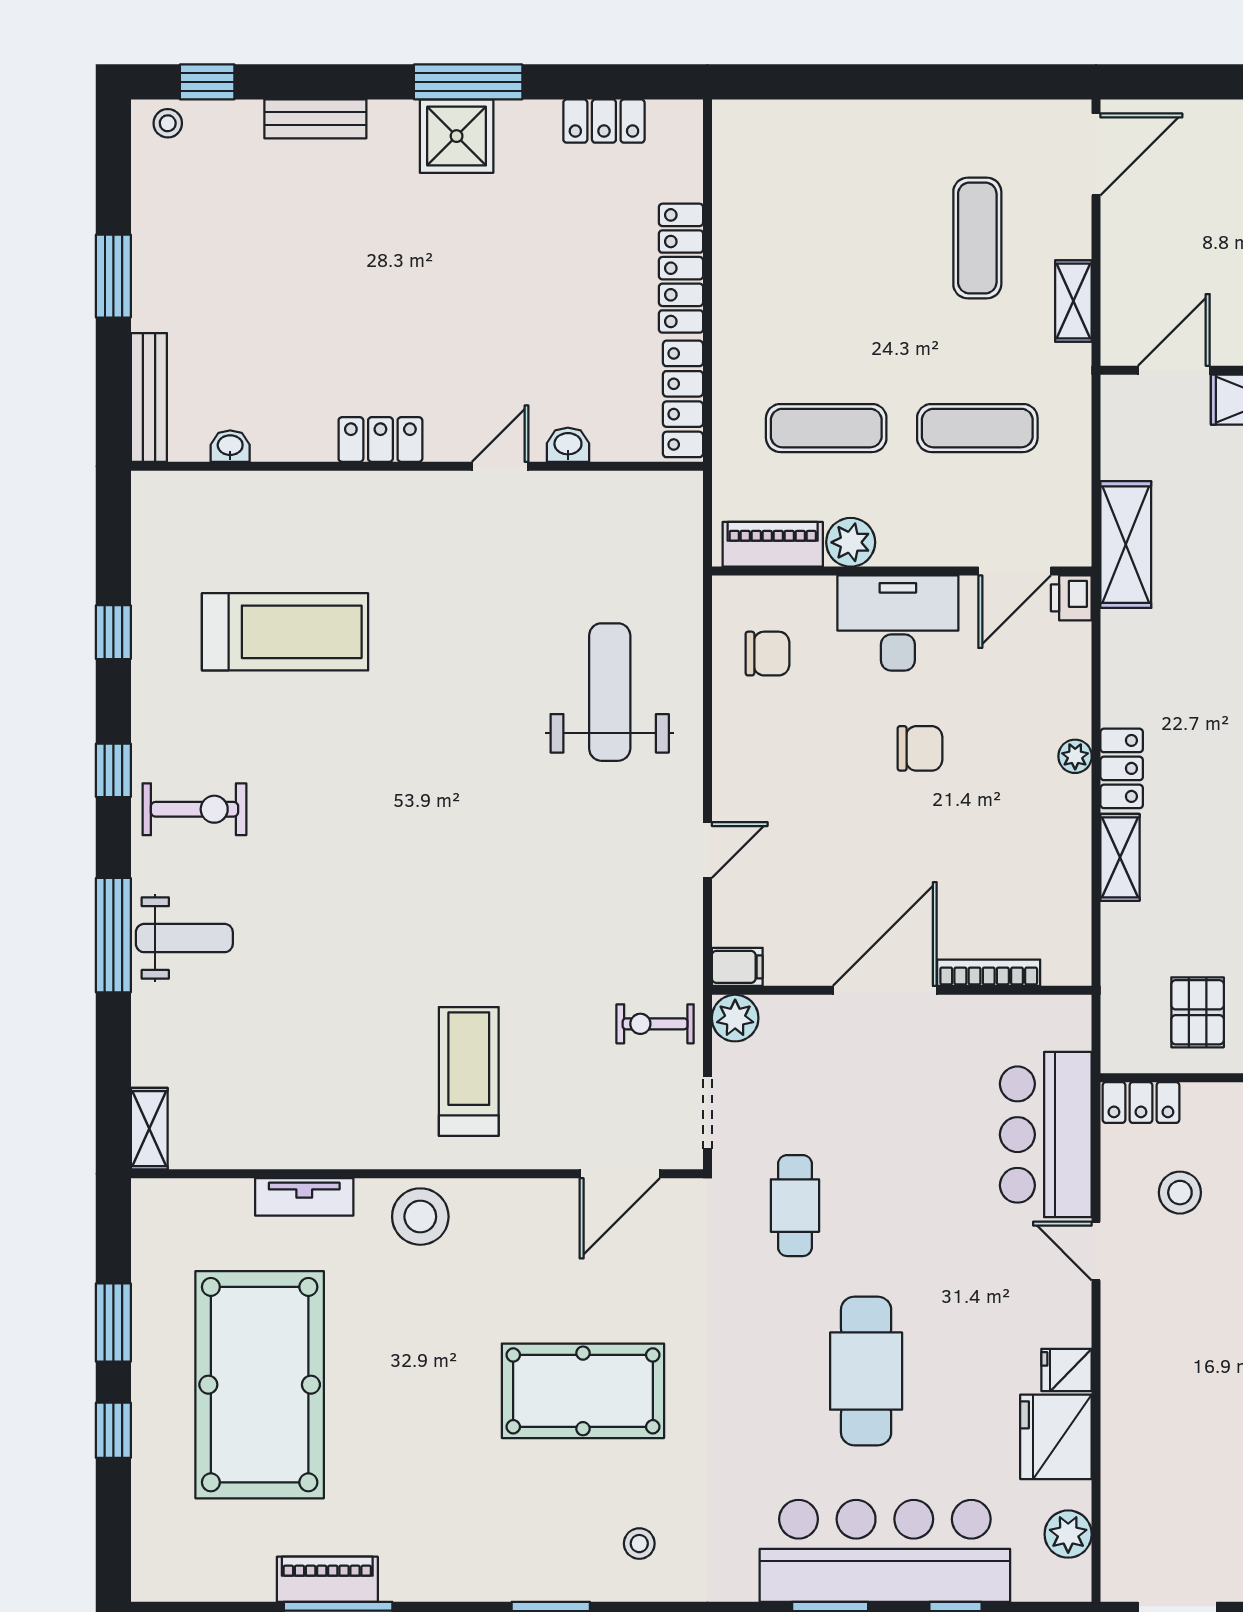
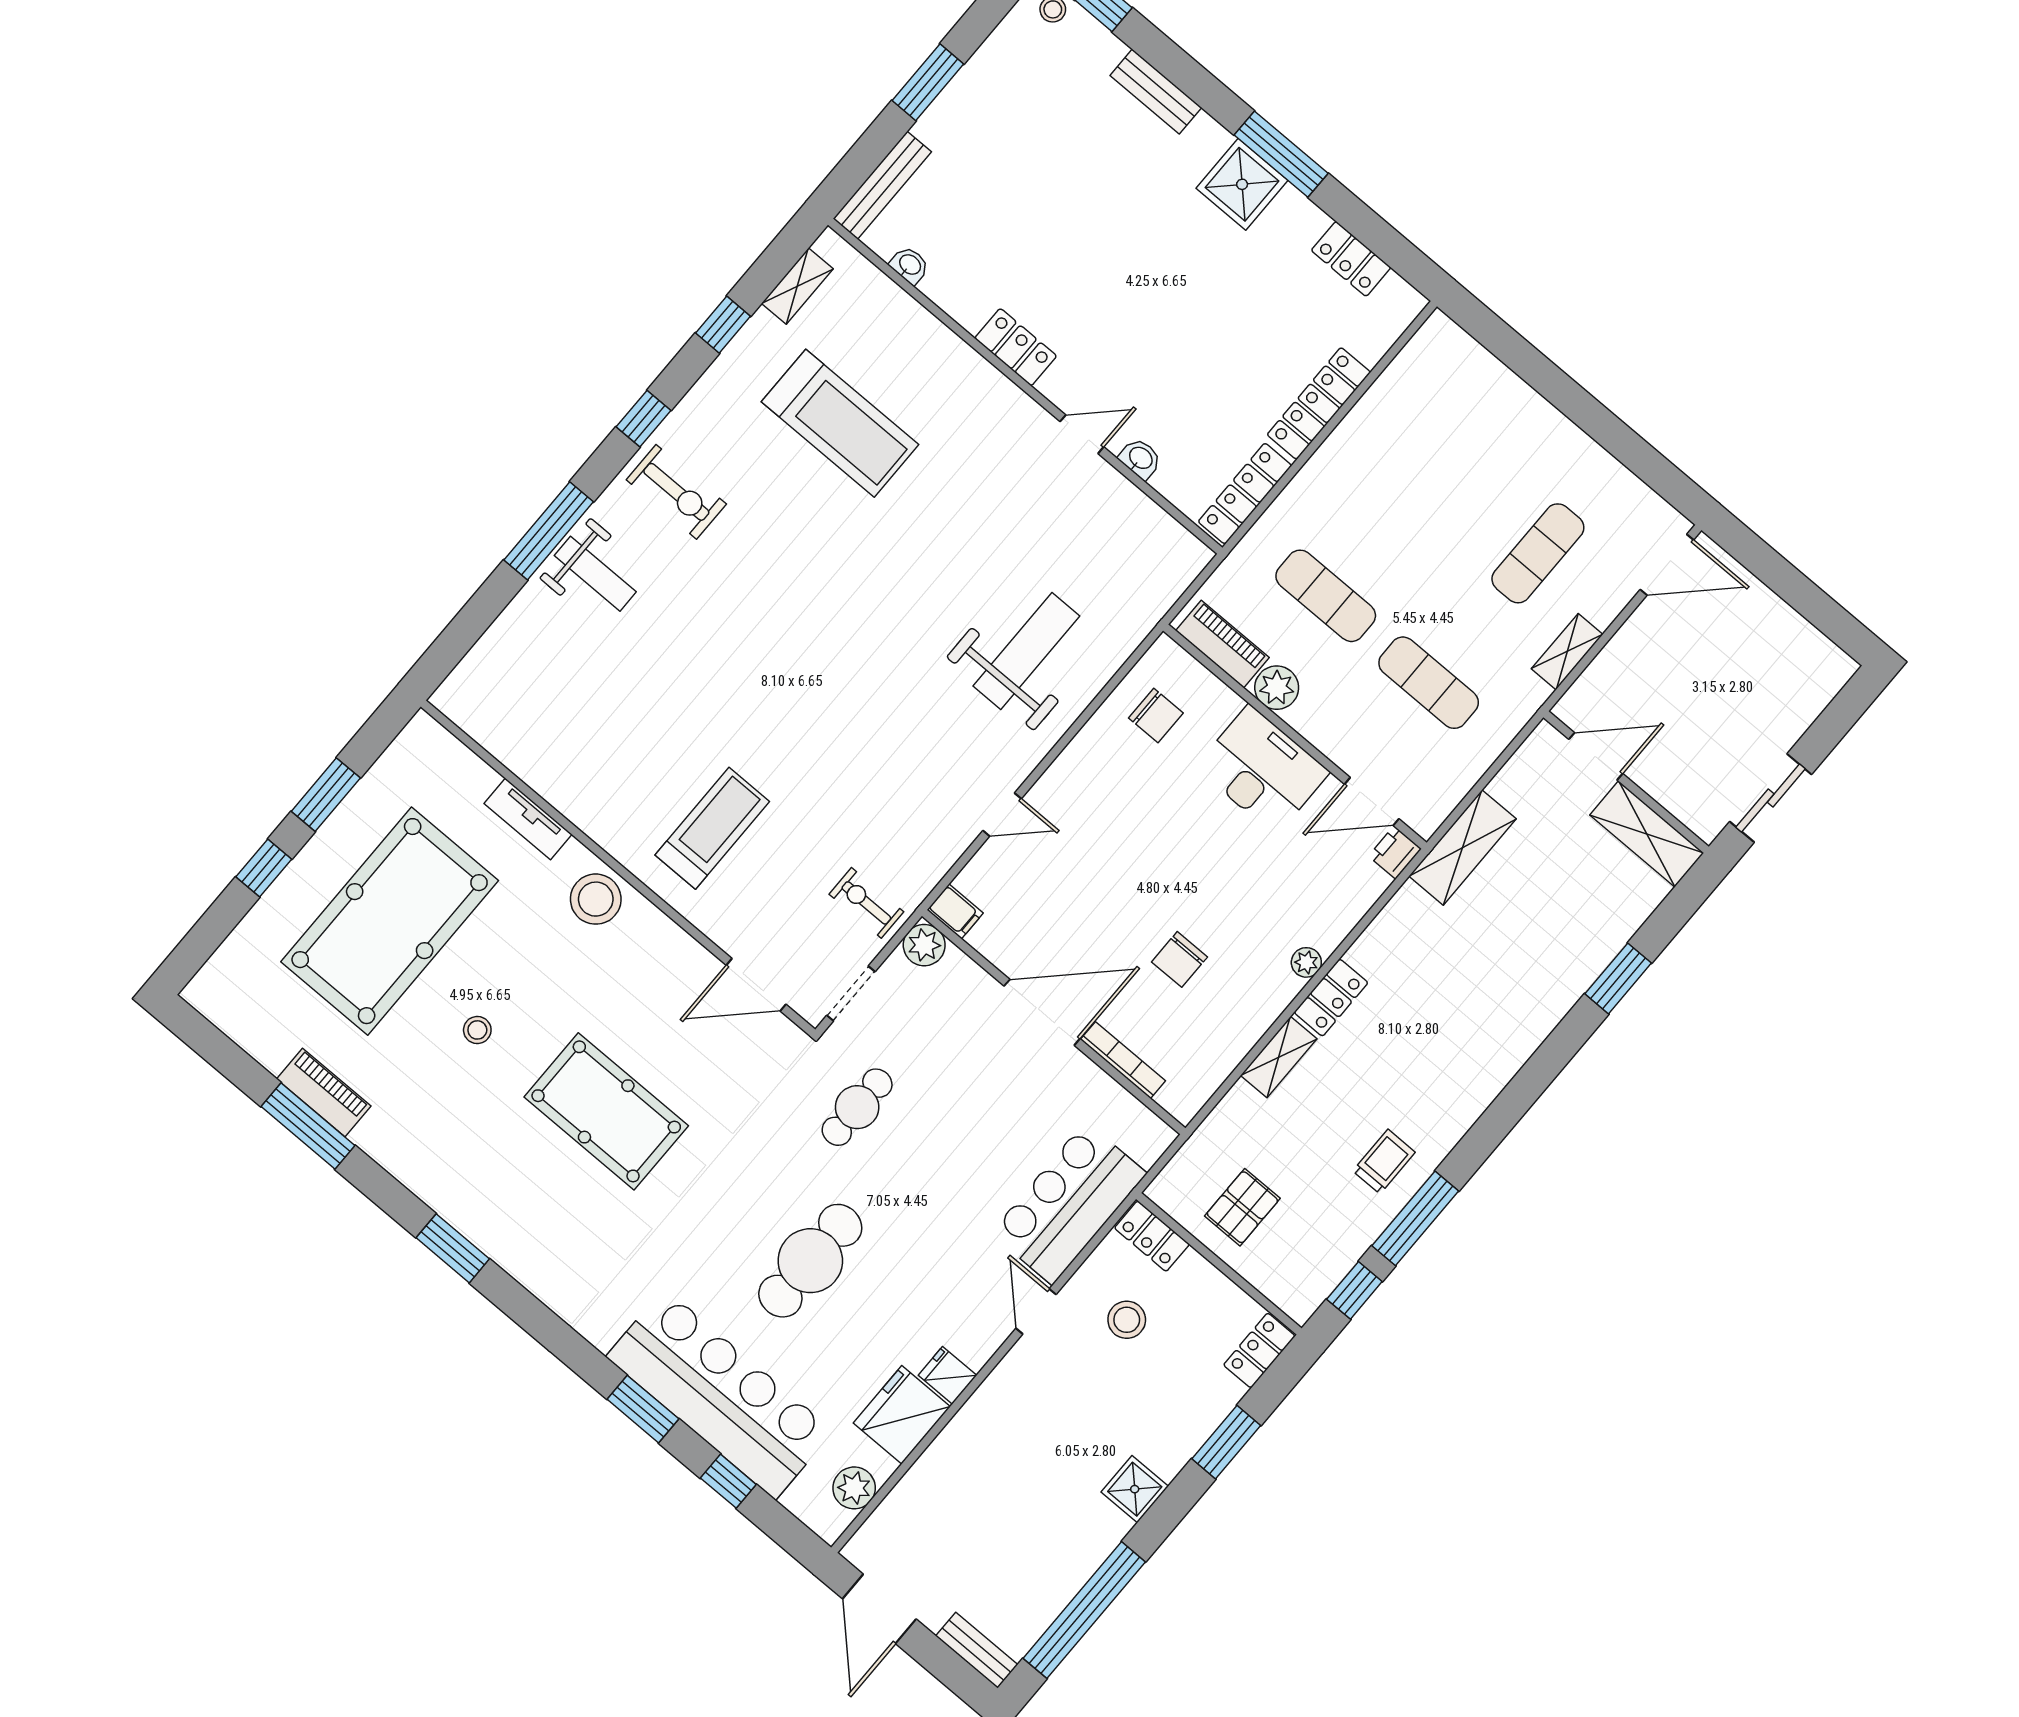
chair: (920, 748) -> (1180, 959), moved, turned 90
shelving: (149, 1129) -> (797, 286), moved
stool: (639, 1544) -> (477, 1030), moved

